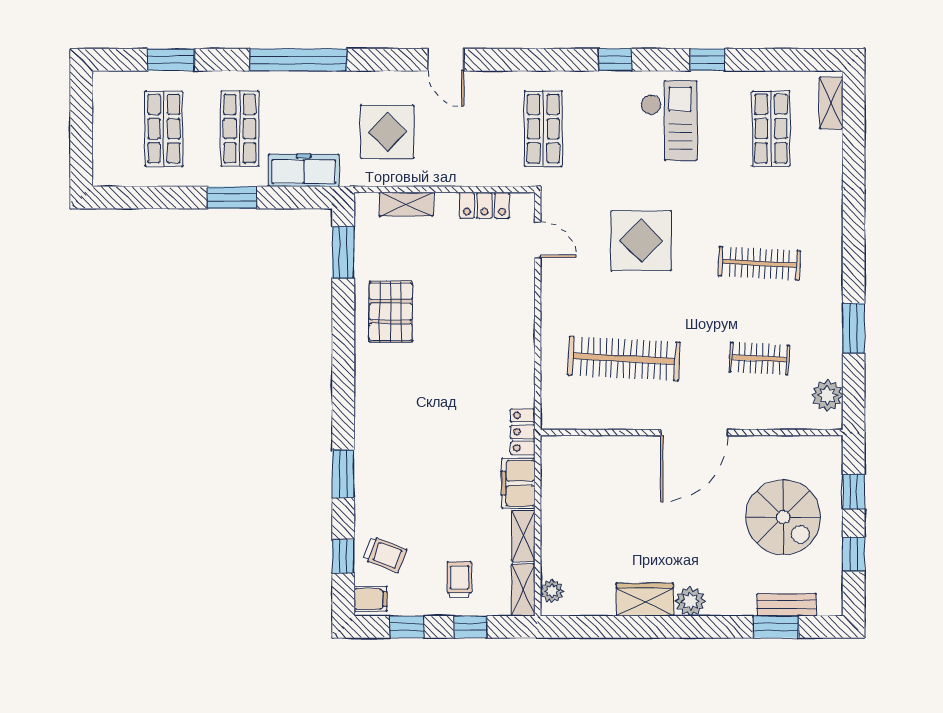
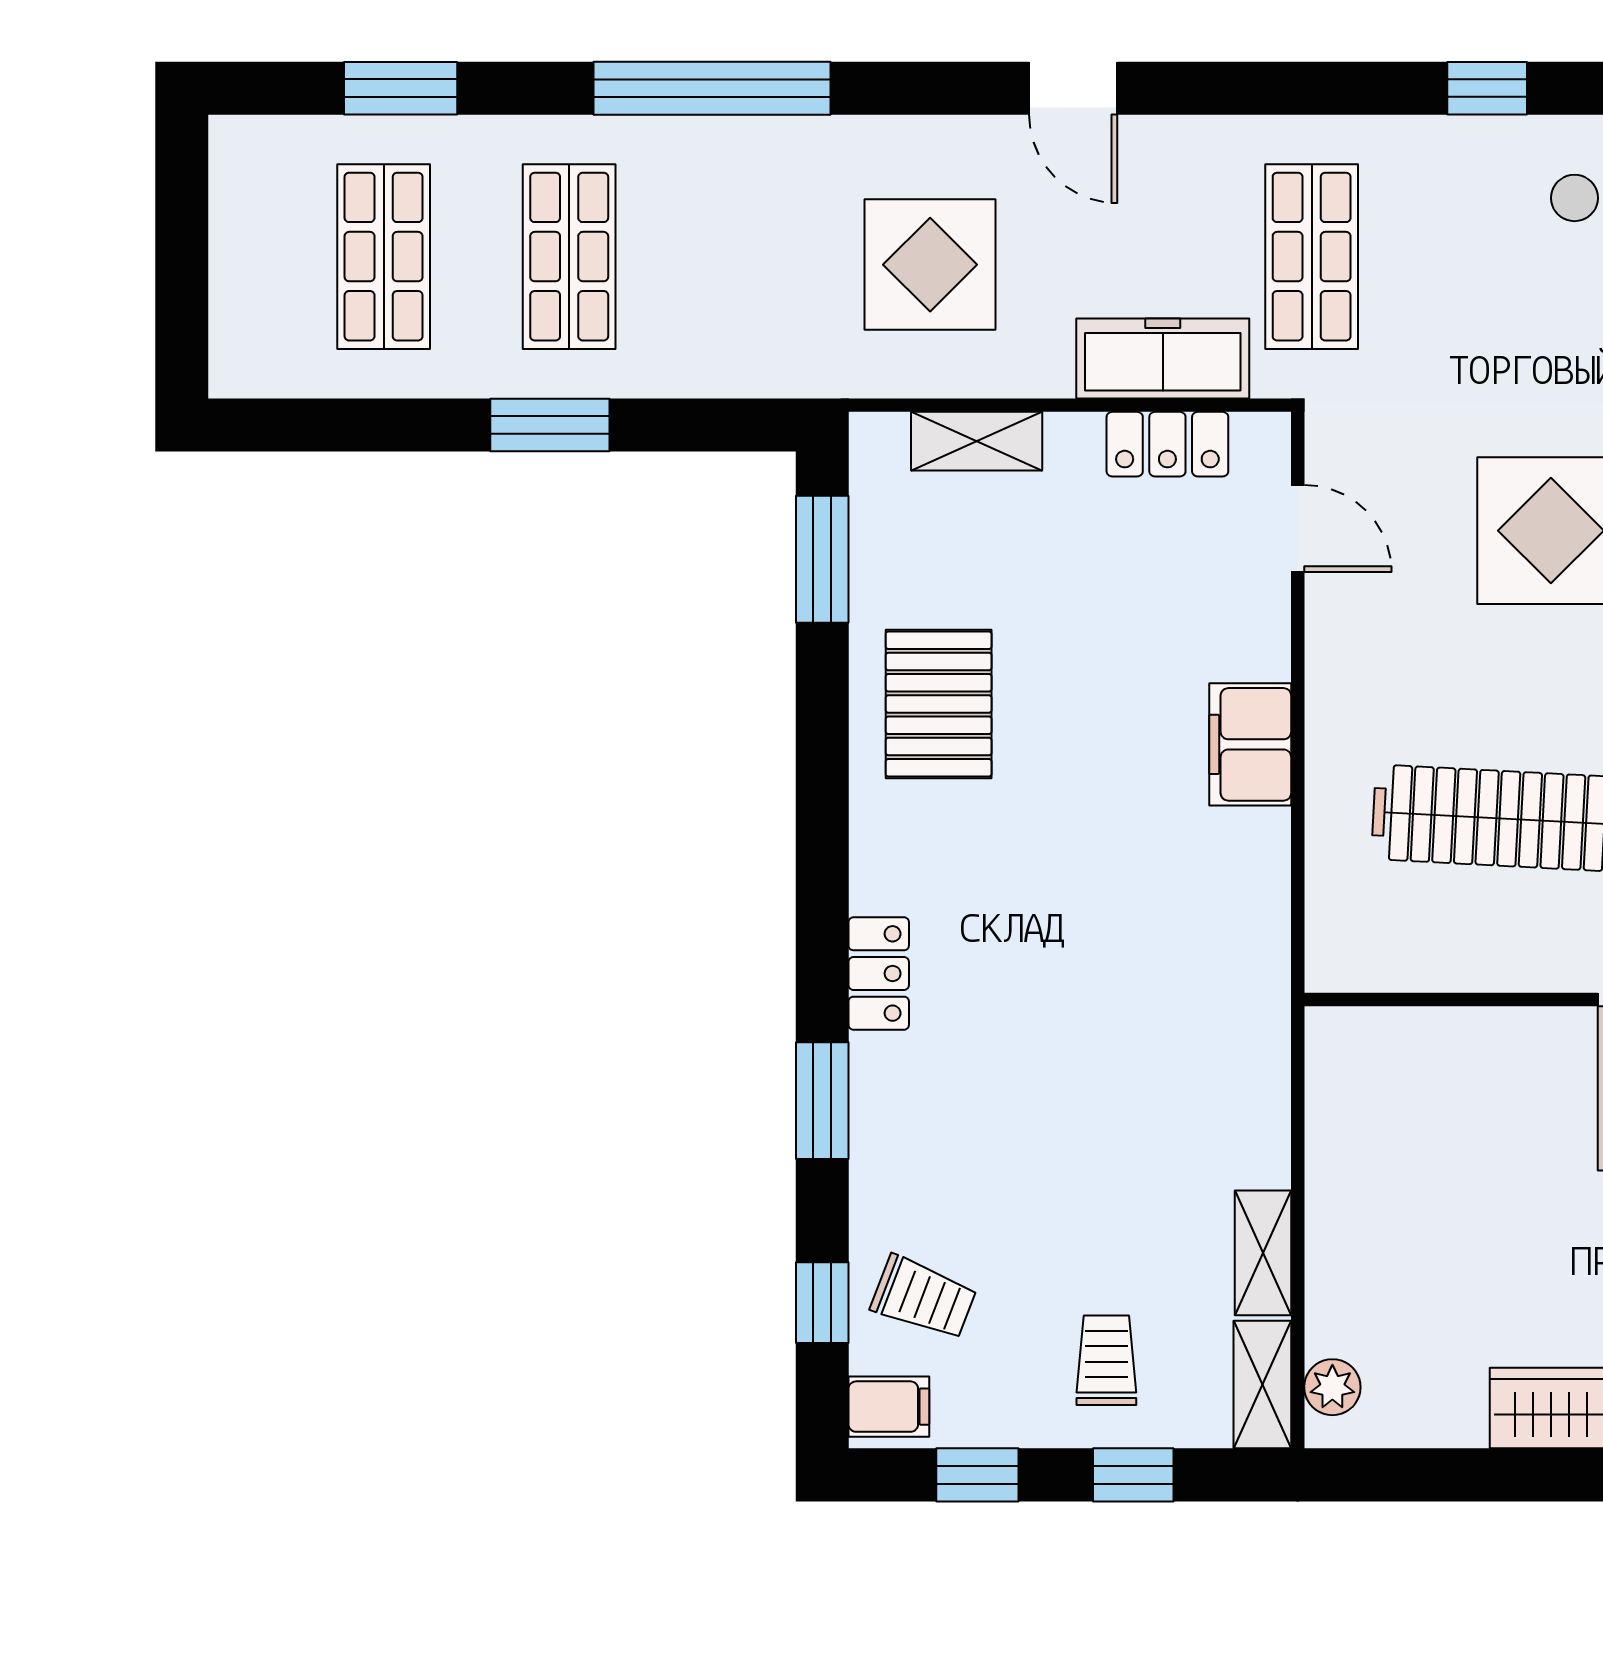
freezer: (304, 170) -> (1163, 358), moved
locker: (523, 432) -> (879, 973), moved, turned 180
filing cabinet: (518, 483) -> (1250, 744), moved

